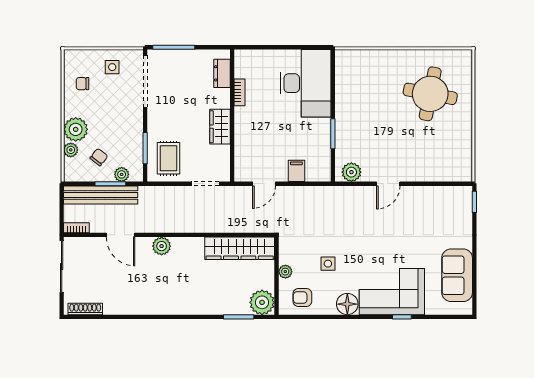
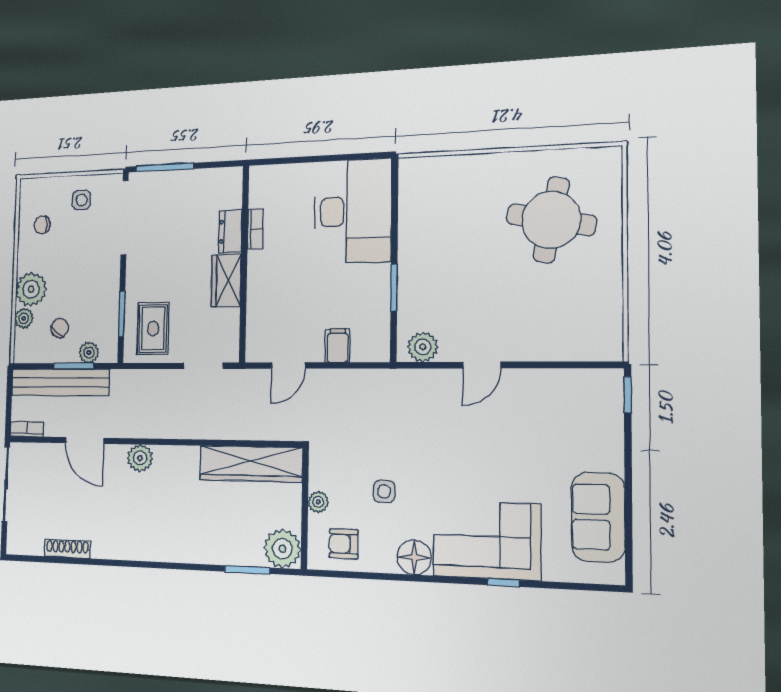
dresser: (222, 73) -> (230, 231), moved
shoe rack: (85, 309) -> (67, 549), moved

